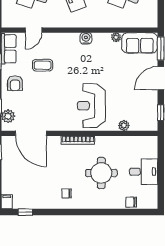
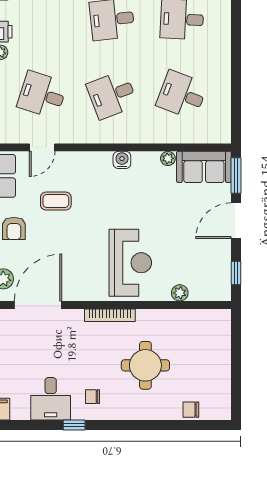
reception desk: (91, 106) -> (130, 263), turned 180
door: (31, 133) -> (38, 305), swing flipped
desk: (144, 172) -> (51, 399), moved, turned 90
window: (25, 212) -> (74, 425), moved

